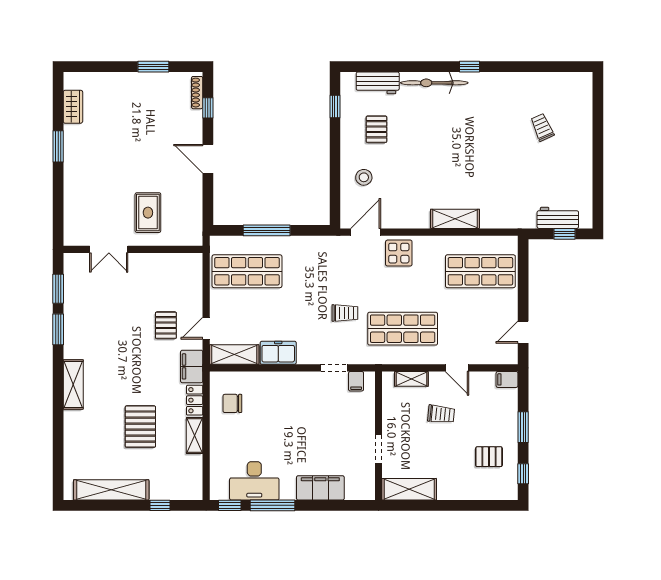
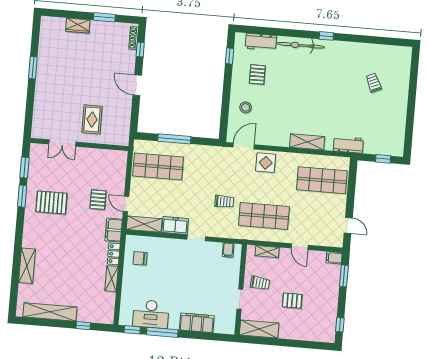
wardrobe: (73, 107) -> (78, 26), moved, turned 90
workbench: (558, 218) -> (348, 145), moved
door: (206, 328) -> (126, 204), hinge flipped
door: (523, 332) -> (348, 225), swing flipped
doorway: (334, 368) -> (196, 238), moved
shelving: (73, 384) -> (27, 266), moved
trolley: (441, 414) -> (260, 283), moved
pallet: (140, 427) -> (51, 202), moved, turned 90
window: (523, 427) -> (344, 276), moved
pallet: (489, 457) -> (292, 301), moved

